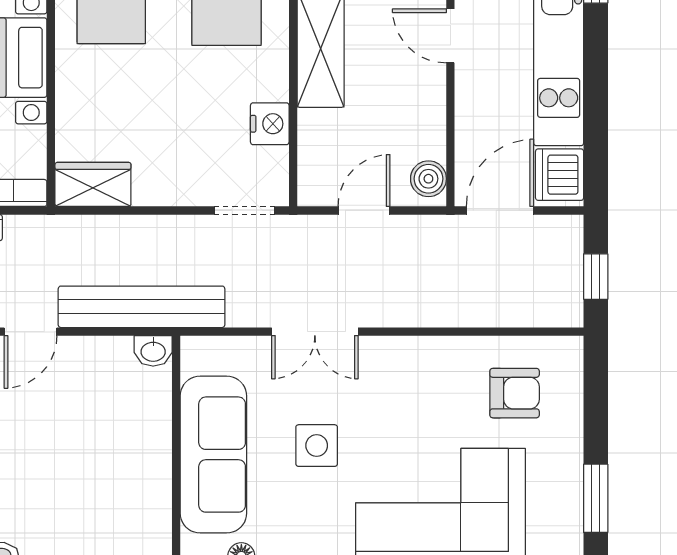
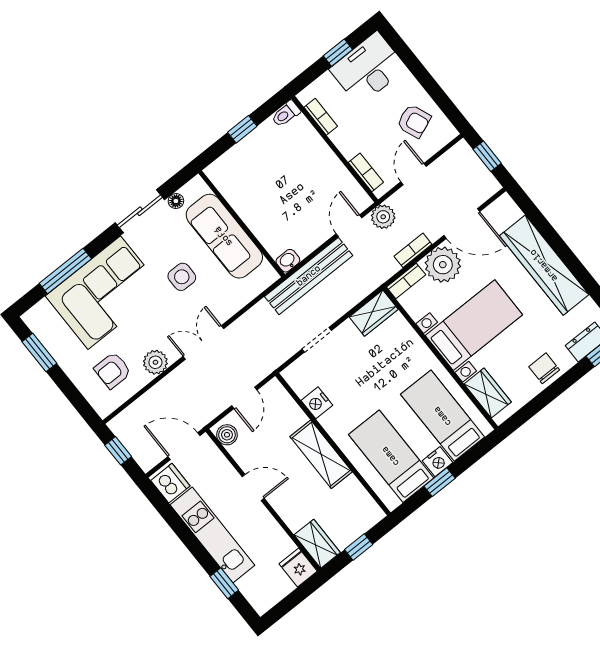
door: (450, 36) -> (253, 487), moved
doorway: (244, 210) -> (317, 340), moved
door: (500, 210) -> (184, 446), swing flipped
double door: (315, 332) -> (203, 342), moved
plant: (447, 357) -> (155, 362), added

